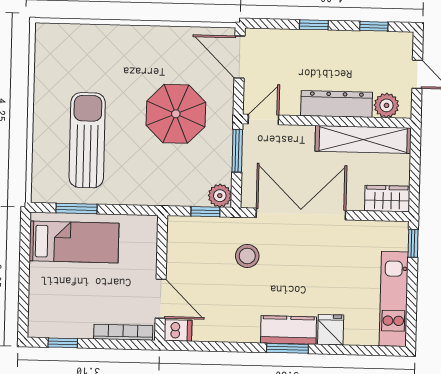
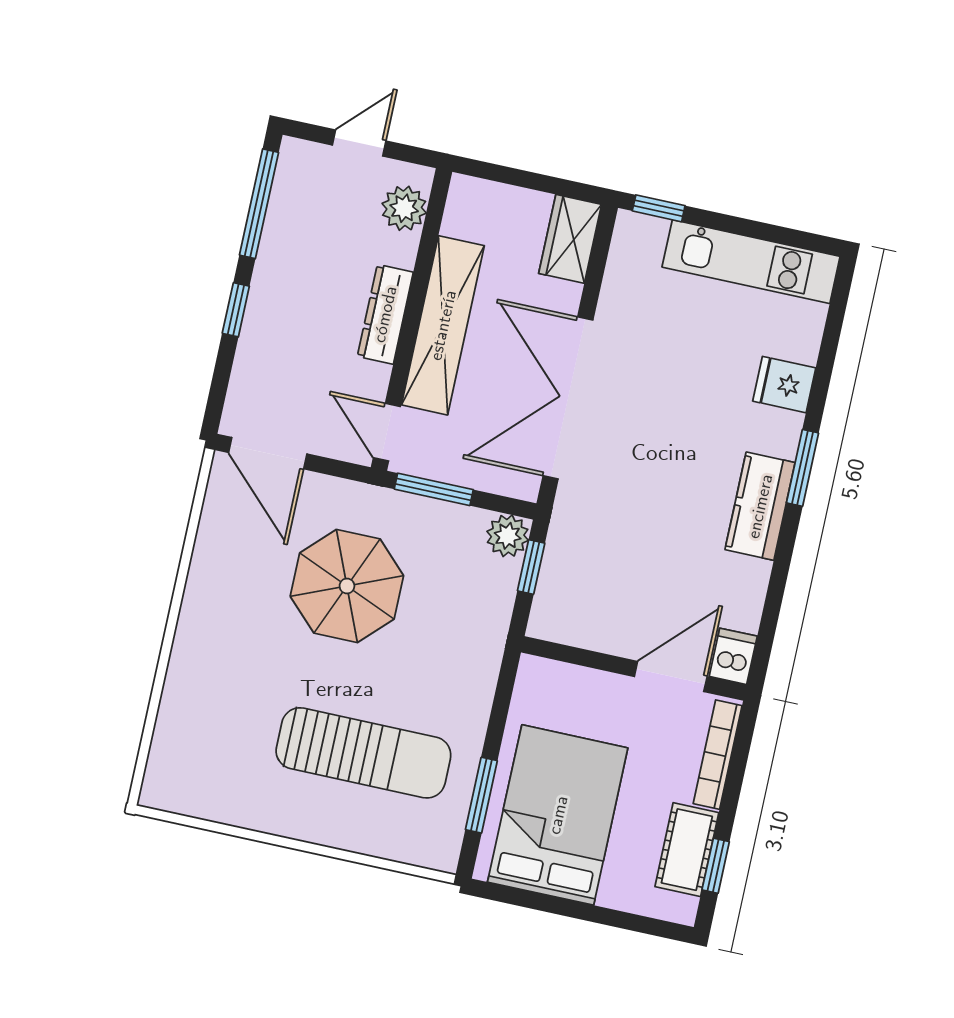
window: (374, 26) -> (259, 204), width x2.17
door: (240, 57) -> (268, 453), hinge flipped
dresser: (337, 104) -> (385, 314), width x0.73, depth x0.80
sun lounger: (87, 140) -> (363, 753), turned 180
shelving: (363, 140) -> (443, 325), moved
bed: (74, 242) -> (558, 815), width x1.50
stool: (247, 256) -> (624, 508), removed
cot: (68, 325) -> (687, 850), added
kitchen counter: (288, 330) -> (760, 506), moved

